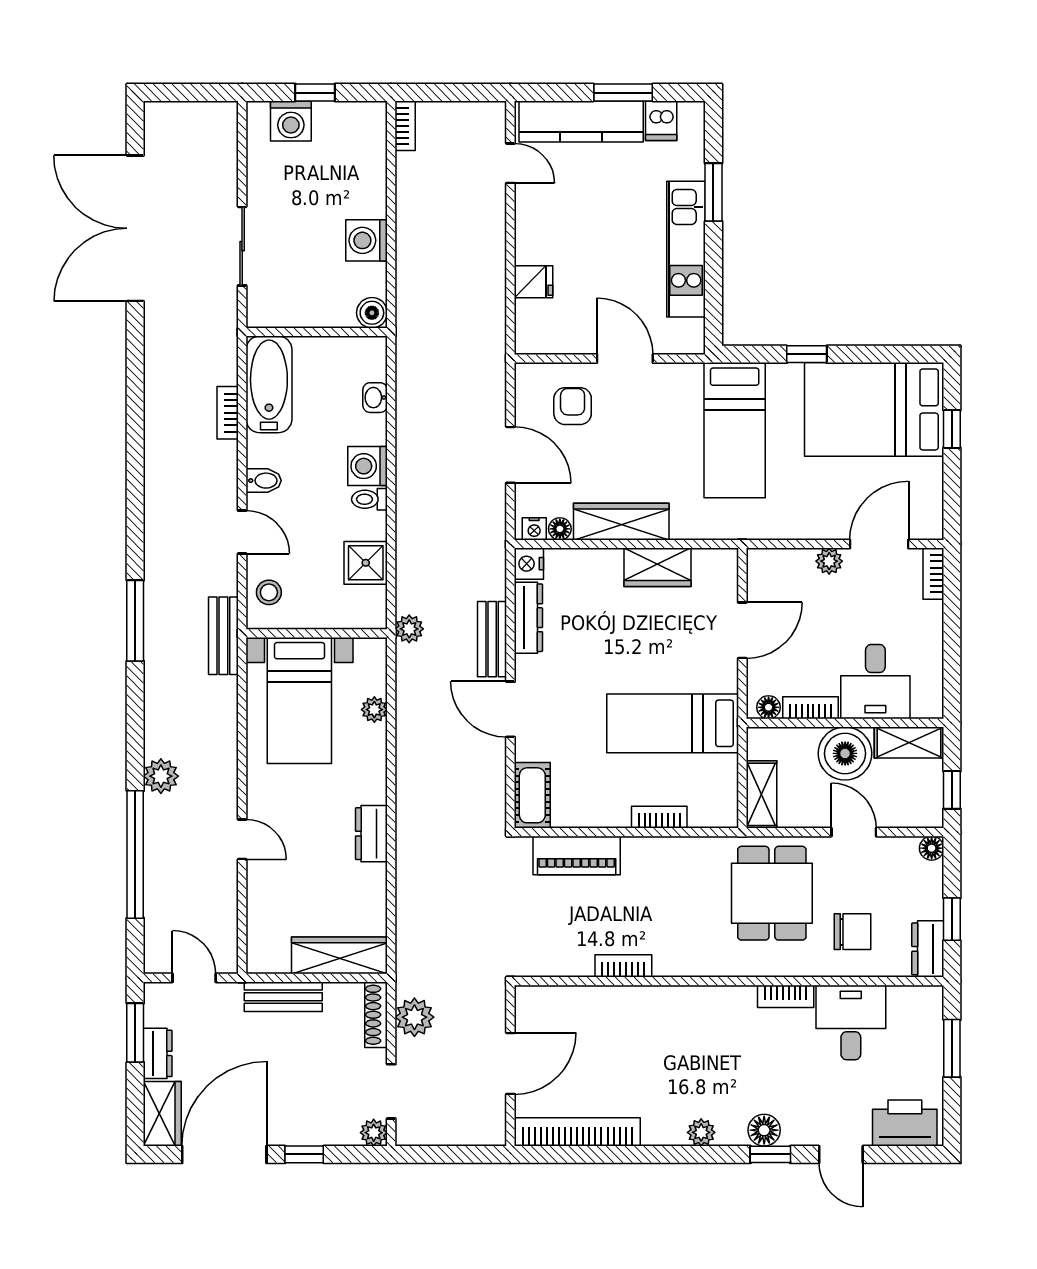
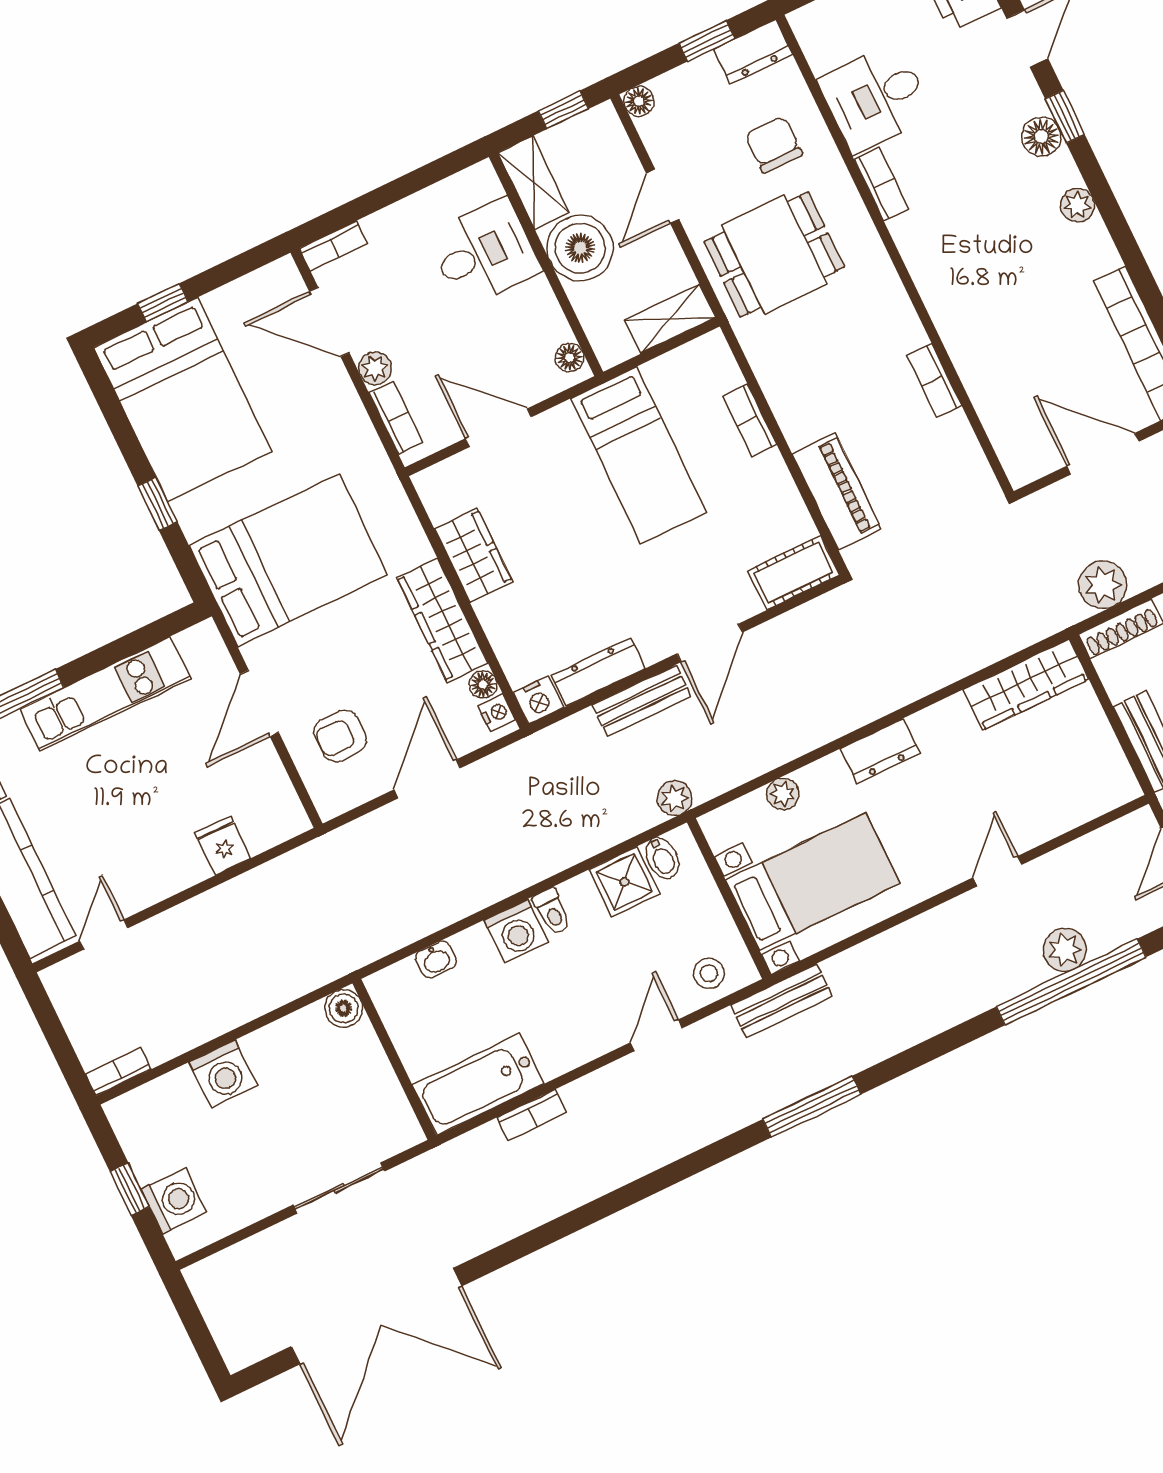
washing machine: (367, 240) -> (223, 1074), moved
bed: (735, 430) -> (288, 560), width x1.50
bidet: (264, 481) -> (662, 858), moved, turned 180
bookcase: (810, 708) -> (396, 418), moved, turned 180
plant: (161, 776) -> (1065, 950), moved
dresser: (371, 834) -> (880, 751), moved
wardrobe: (339, 955) -> (1026, 684), moved, turned -90

